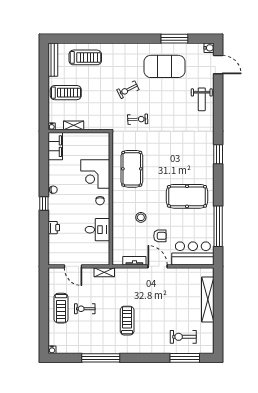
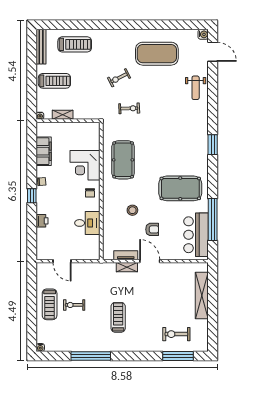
window: (174, 39) -> (167, 25), removed
filing cabinet: (55, 146) -> (44, 151), moved
bar counter: (193, 253) -> (196, 235), moved, turned -90
shelving: (104, 272) -> (127, 267), moved

